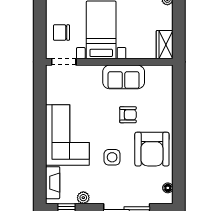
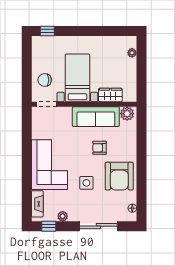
wardrobe: (165, 45) -> (110, 95), moved, turned 90
plant: (161, 73) -> (127, 114), added
sofa: (124, 77) -> (96, 117), width x1.36
armchair: (128, 115) -> (99, 148), turned 180

